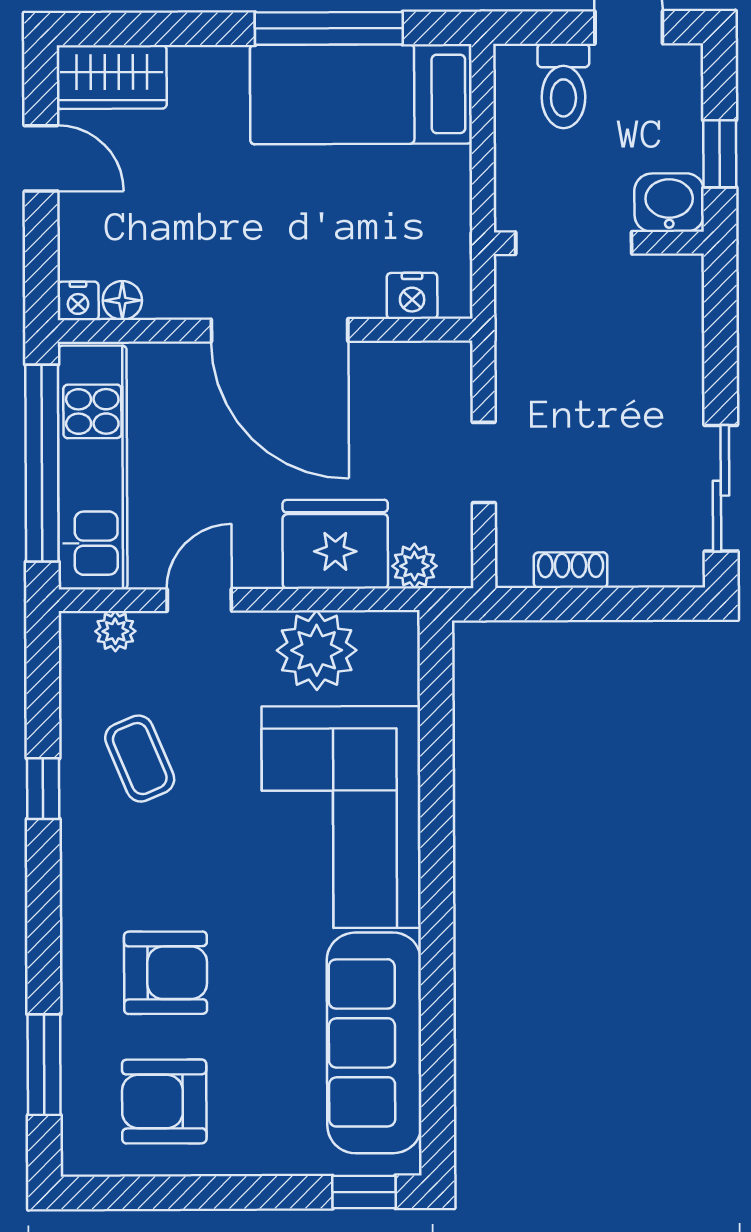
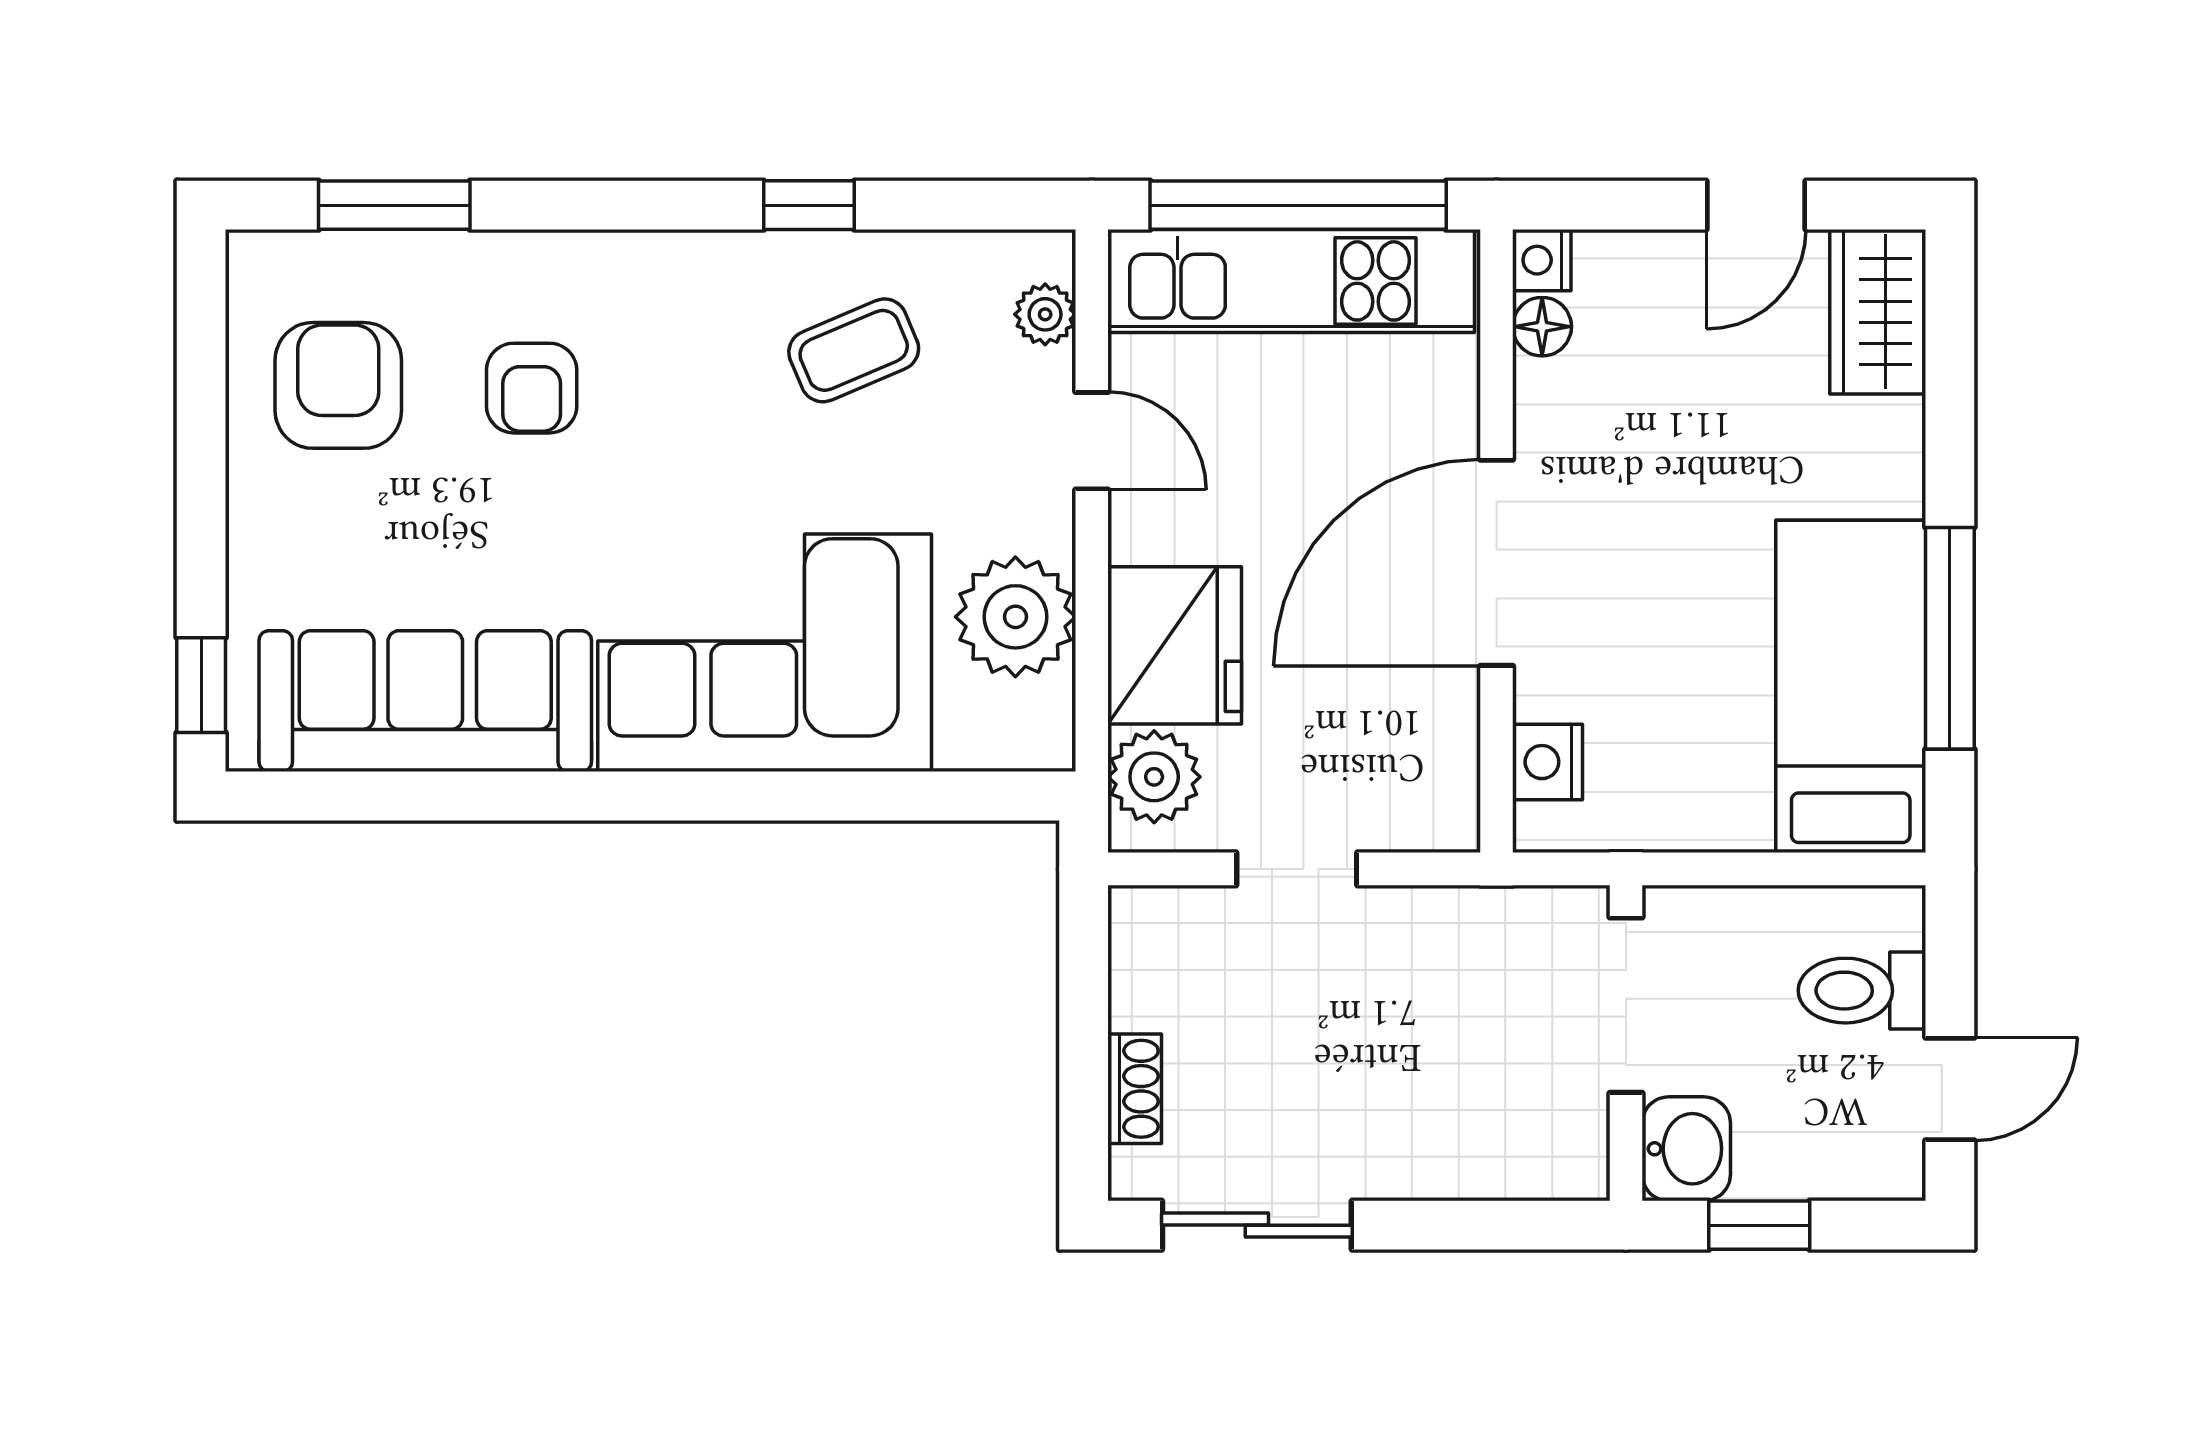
plant: (414, 566) -> (1154, 777), width x1.38, depth x1.38
shoe rack: (571, 570) -> (1135, 1089), moved
armchair: (166, 973) -> (532, 388), width x0.72, depth x0.72

